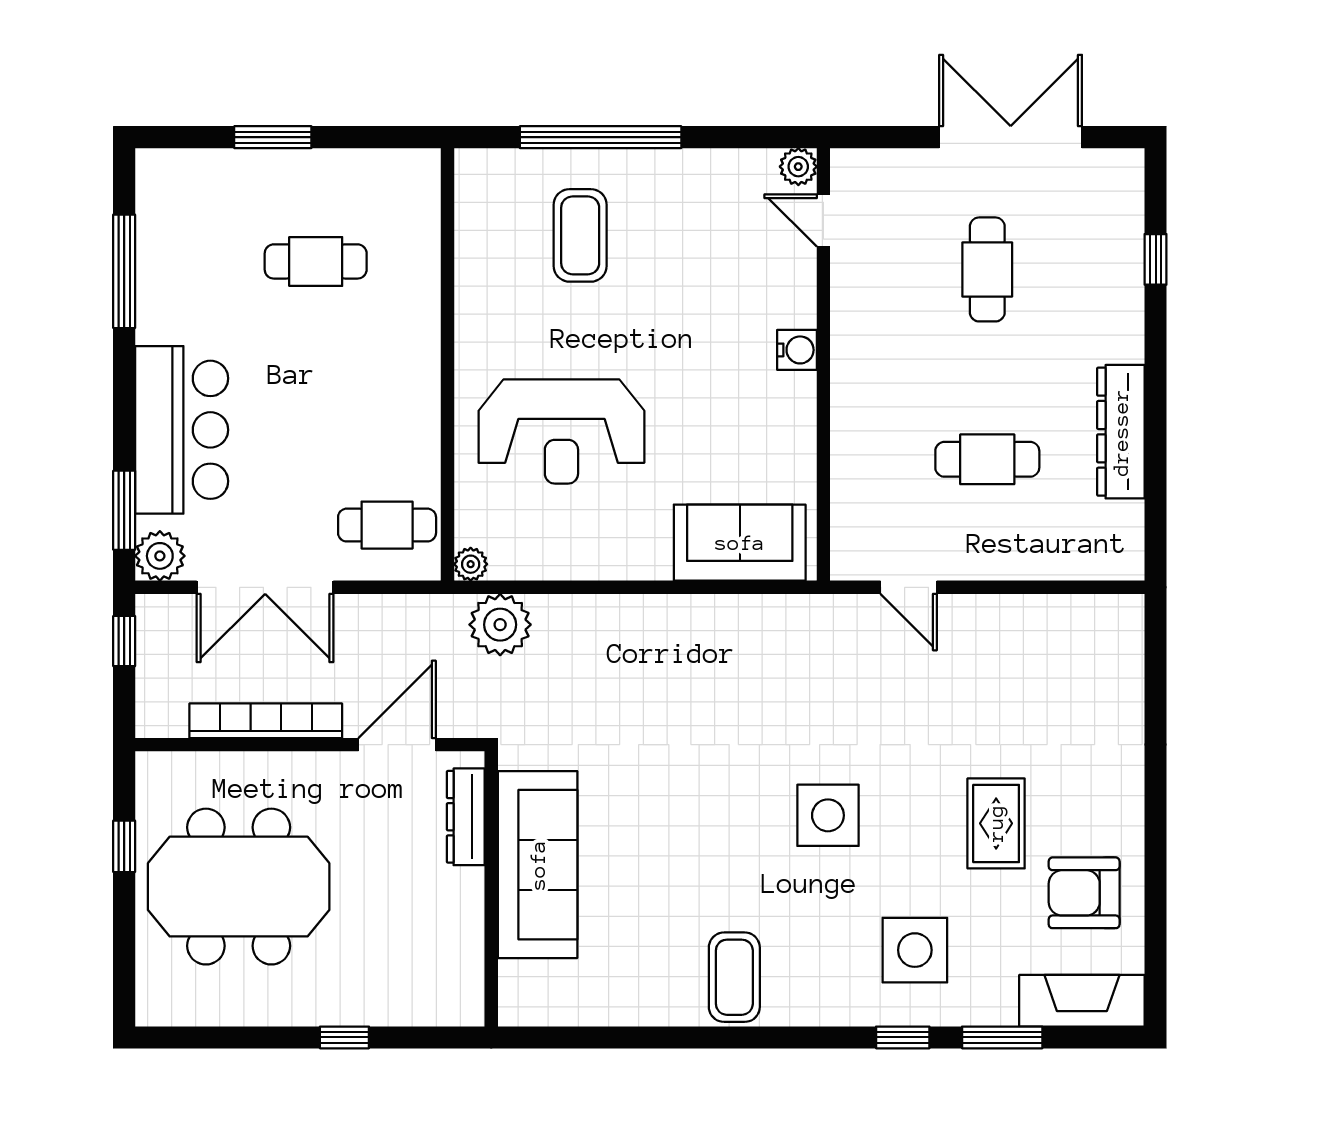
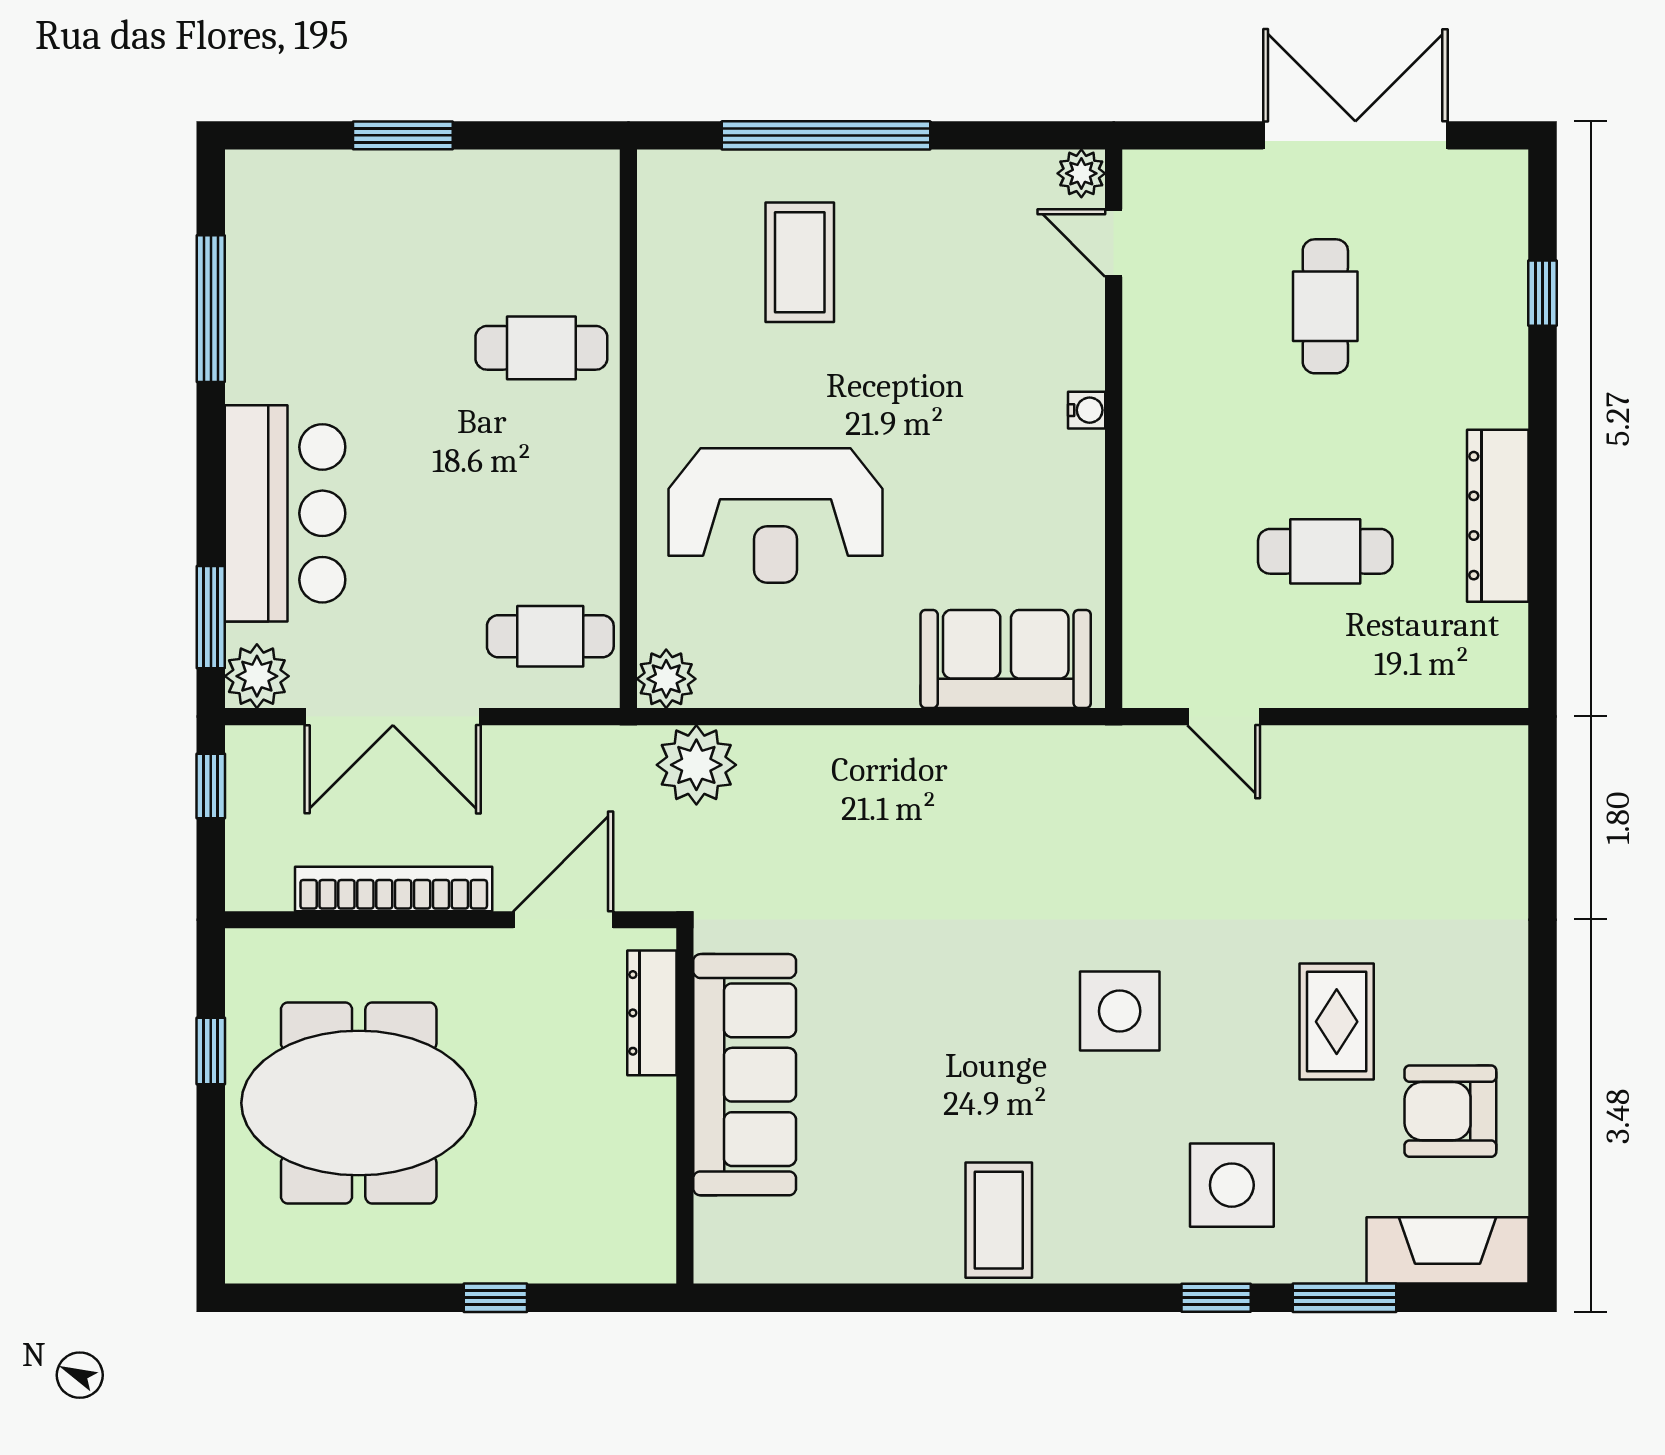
cafe table: (316, 261) -> (541, 348), moved
water cooler: (797, 350) -> (1087, 410), width x0.72, depth x0.72
plant: (471, 564) -> (666, 679), width x1.38, depth x1.38

